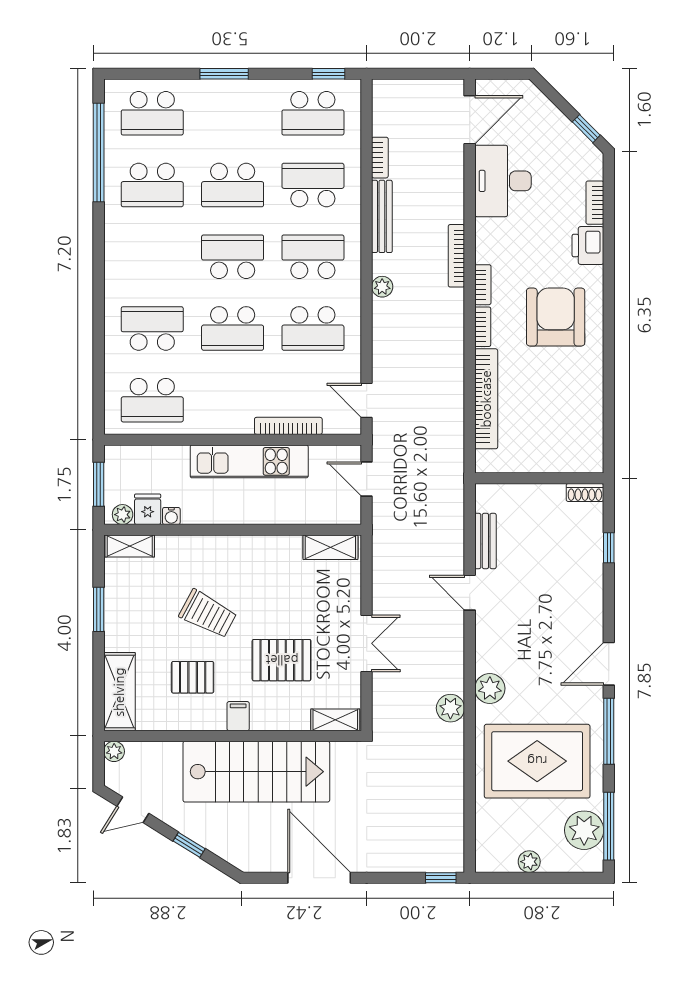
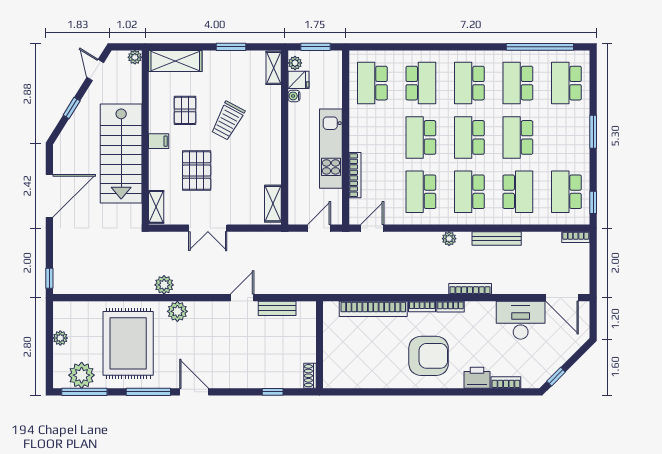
bookcase: (380, 158) -> (576, 237), moved
school desk: (152, 257) -> (469, 83), added
school desk: (233, 257) -> (469, 137), turned 180
school desk: (313, 257) -> (469, 192), turned 180

